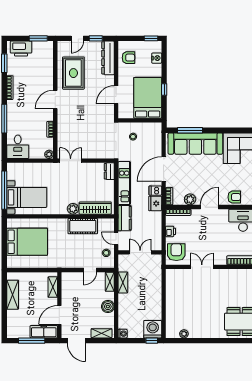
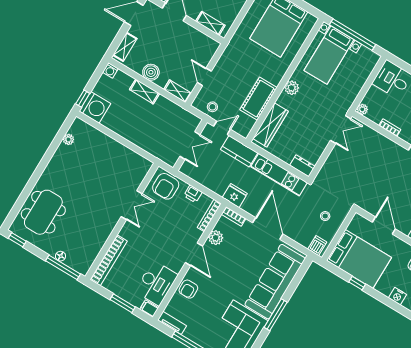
window: (190, 130) -> (276, 315), moved
dishwasher: (155, 191) -> (317, 246), moved
plant: (73, 209) -> (292, 88), moved
armchair: (176, 252) -> (166, 186), turned 90
shelving: (123, 282) -> (144, 92), moved

